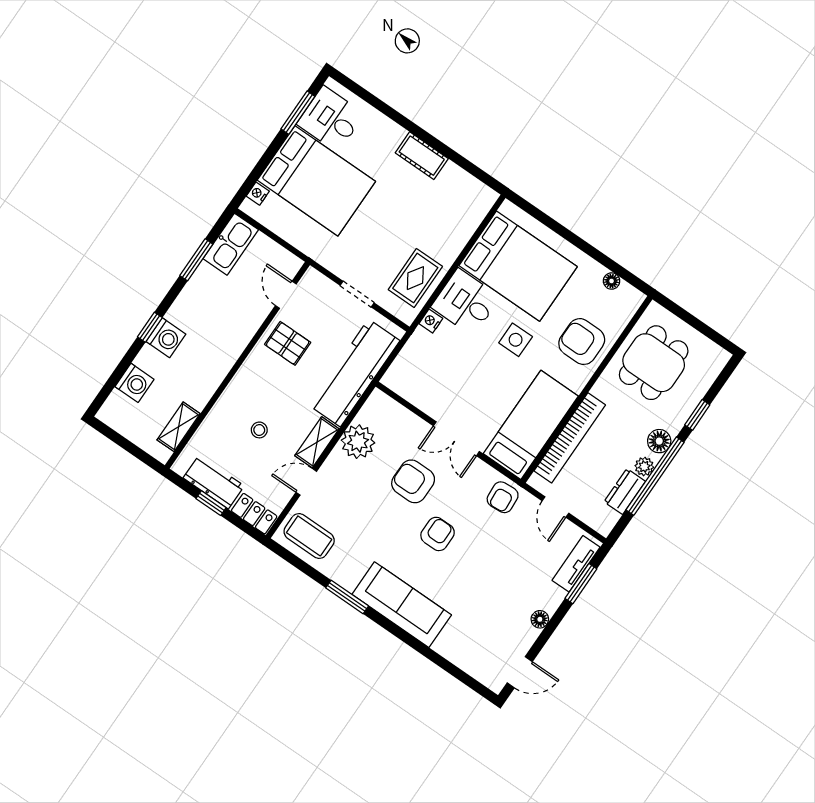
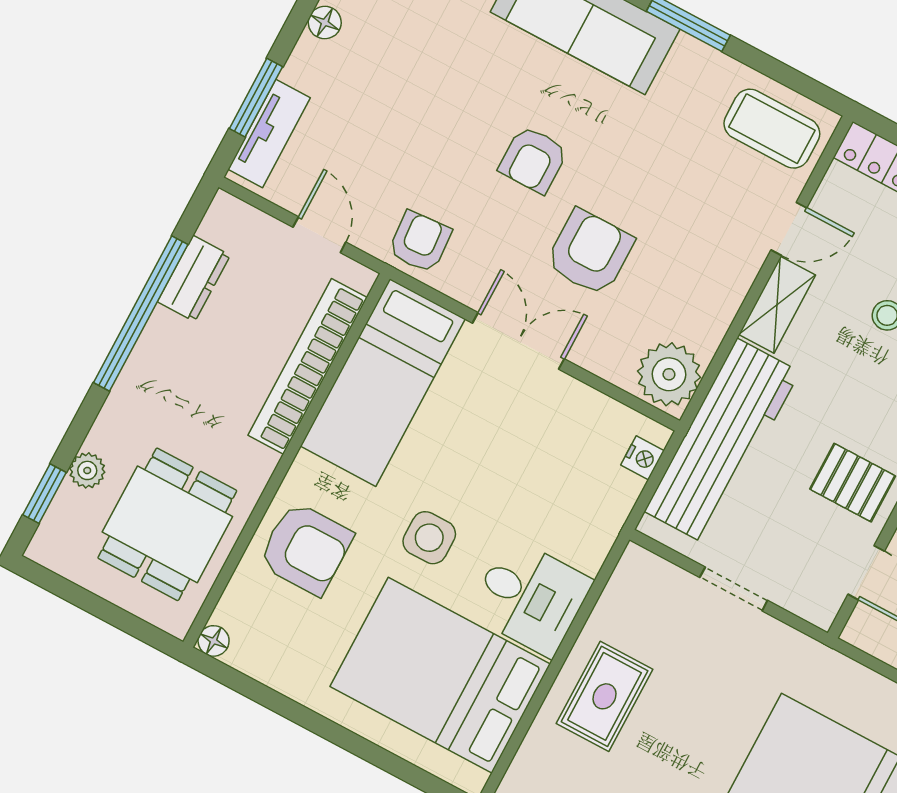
rug: (415, 278) -> (604, 696), moved
floor lamp: (612, 281) -> (214, 641), moved
nightstand: (431, 321) -> (642, 458), moved
window: (697, 415) -> (44, 494), moved
floor lamp: (659, 441) -> (140, 379), removed
plant: (358, 442) -> (669, 374), moved
plant: (644, 466) -> (87, 470), moved
armchair: (413, 481) -> (590, 252), turned -90

